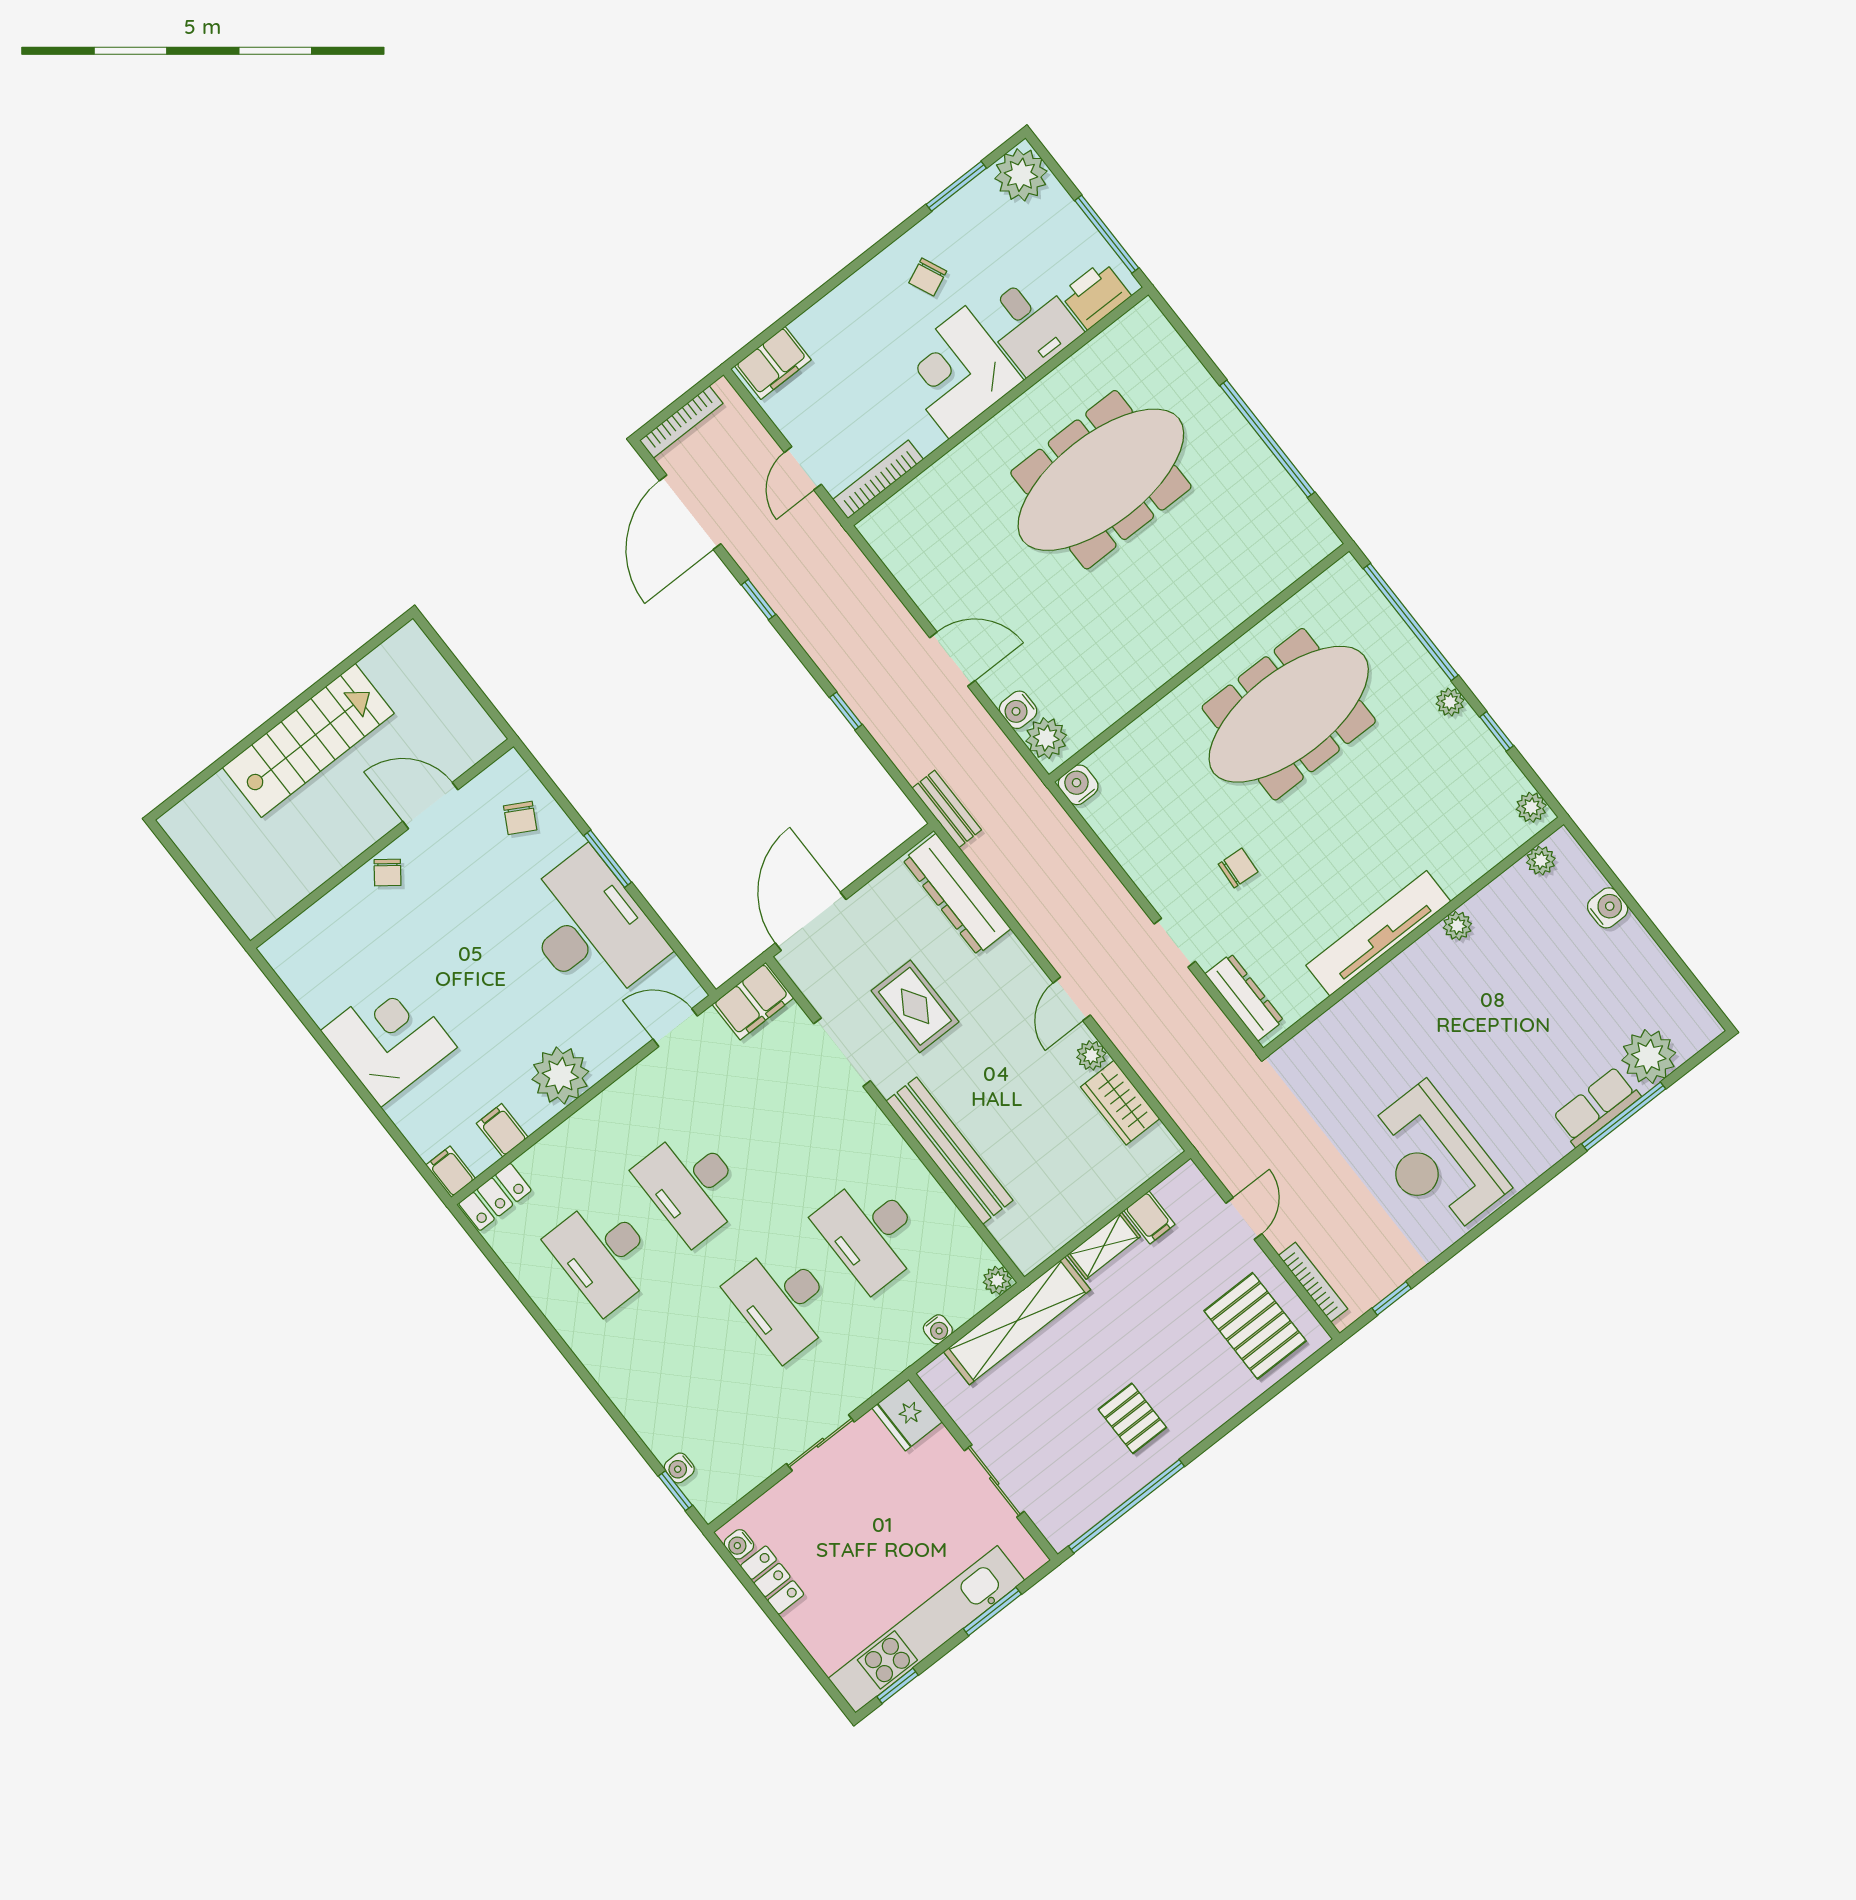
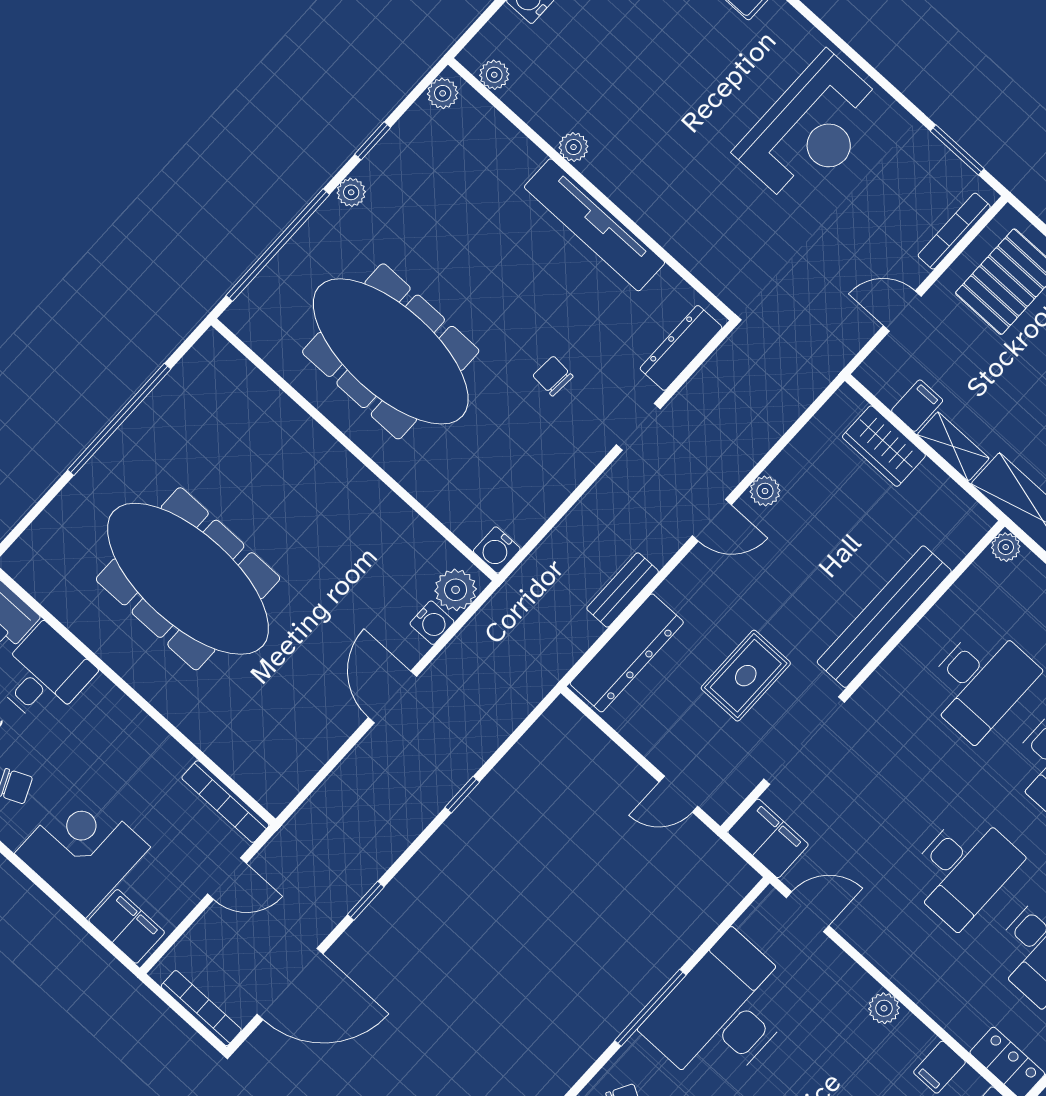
corner desk: (957, 372) -> (82, 850), moved, turned 180
bench: (947, 809) -> (623, 590), moved
window: (608, 859) -> (650, 1008), width x1.44
door: (811, 921) -> (678, 794), width x0.53
door: (675, 1028) -> (808, 912), swing flipped
doorway: (842, 1052) -> (804, 741), width x1.36
plant: (560, 1075) -> (884, 1008), width x0.53, depth x0.53
wardrobe: (1120, 1103) -> (884, 446), moved, turned 90
window: (1392, 1298) -> (957, 150), width x1.50

